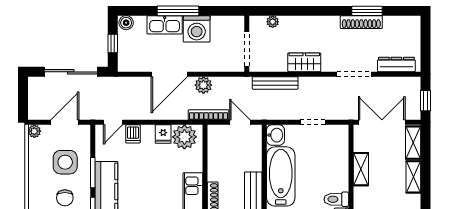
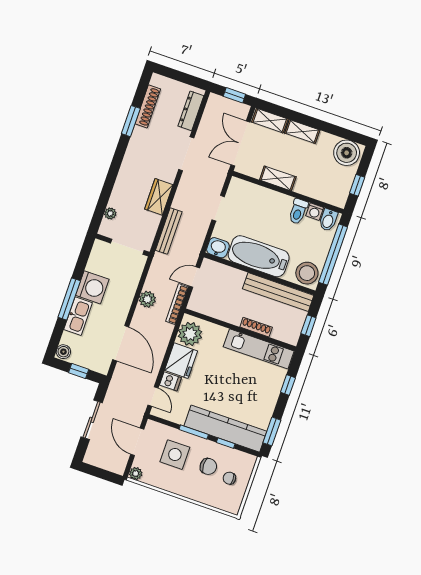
shoe rack: (361, 22) -> (148, 106), moved
sliding door: (71, 72) -> (92, 420), width x0.73
door: (169, 74) -> (121, 343), moved
fridge: (163, 134) -> (181, 361), width x1.88, depth x1.34

